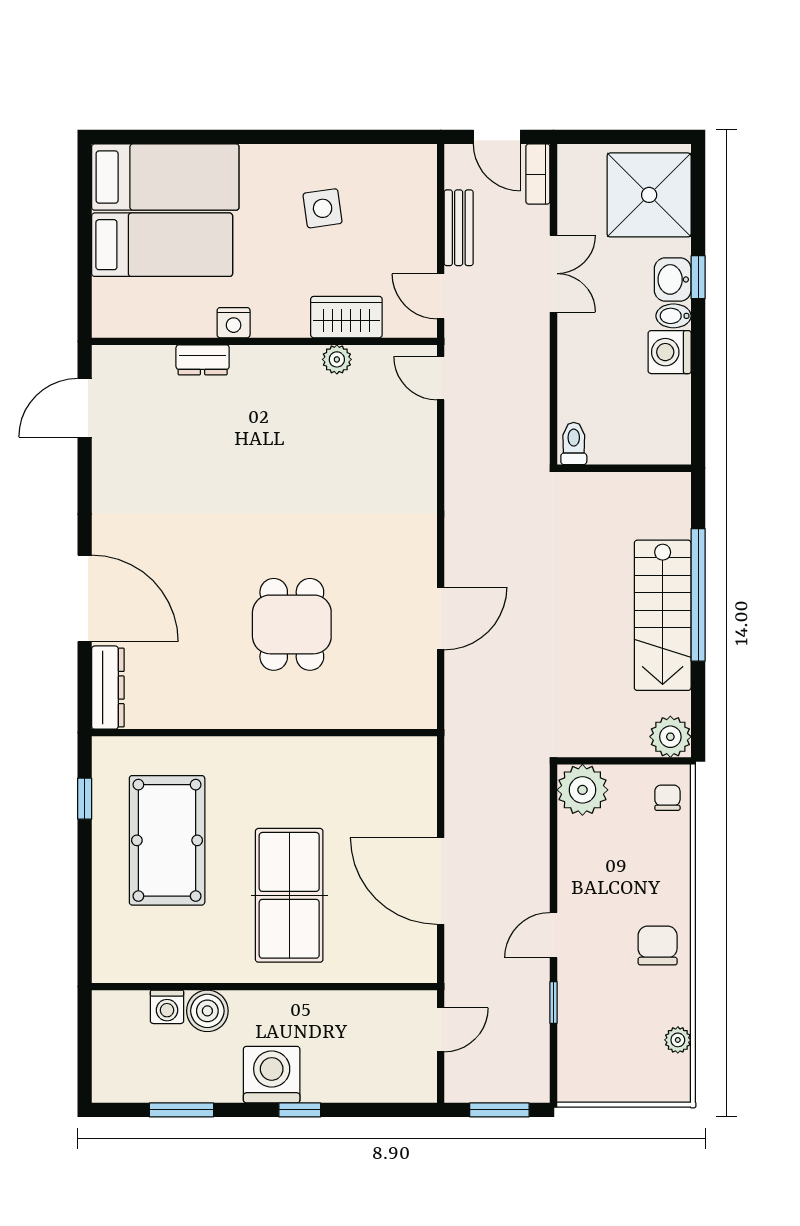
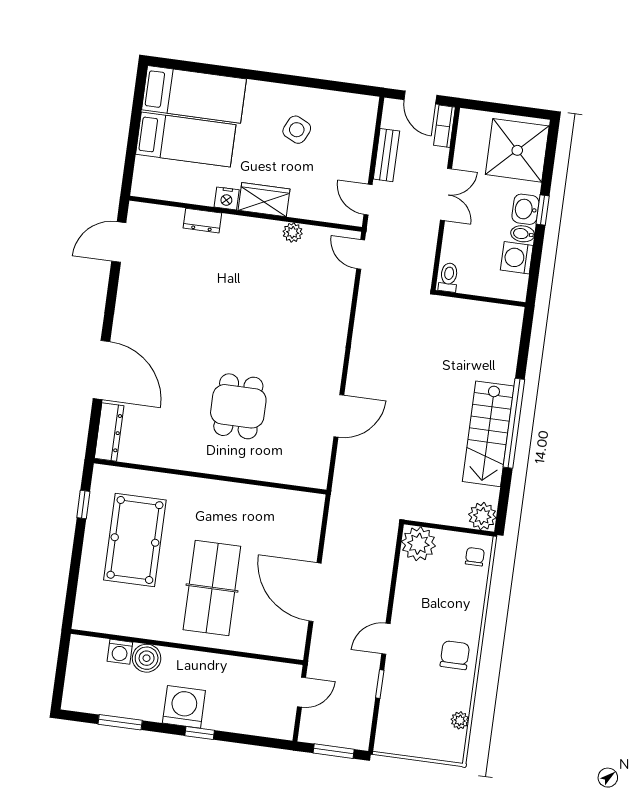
side table: (323, 208) -> (297, 130), turned 34
wardrobe: (346, 317) -> (264, 200), moved
toilet: (574, 444) -> (449, 277), moved
wall: (624, 468) -> (480, 298), moved

